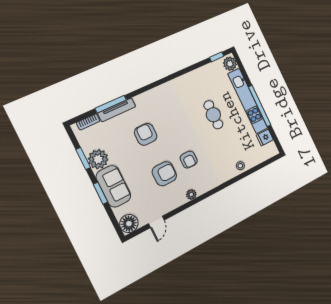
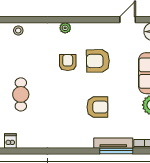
dishwasher: (203, 73) -> (10, 141), added
armchair: (146, 134) -> (97, 107), turned -90
plant: (191, 195) -> (65, 28), moved

